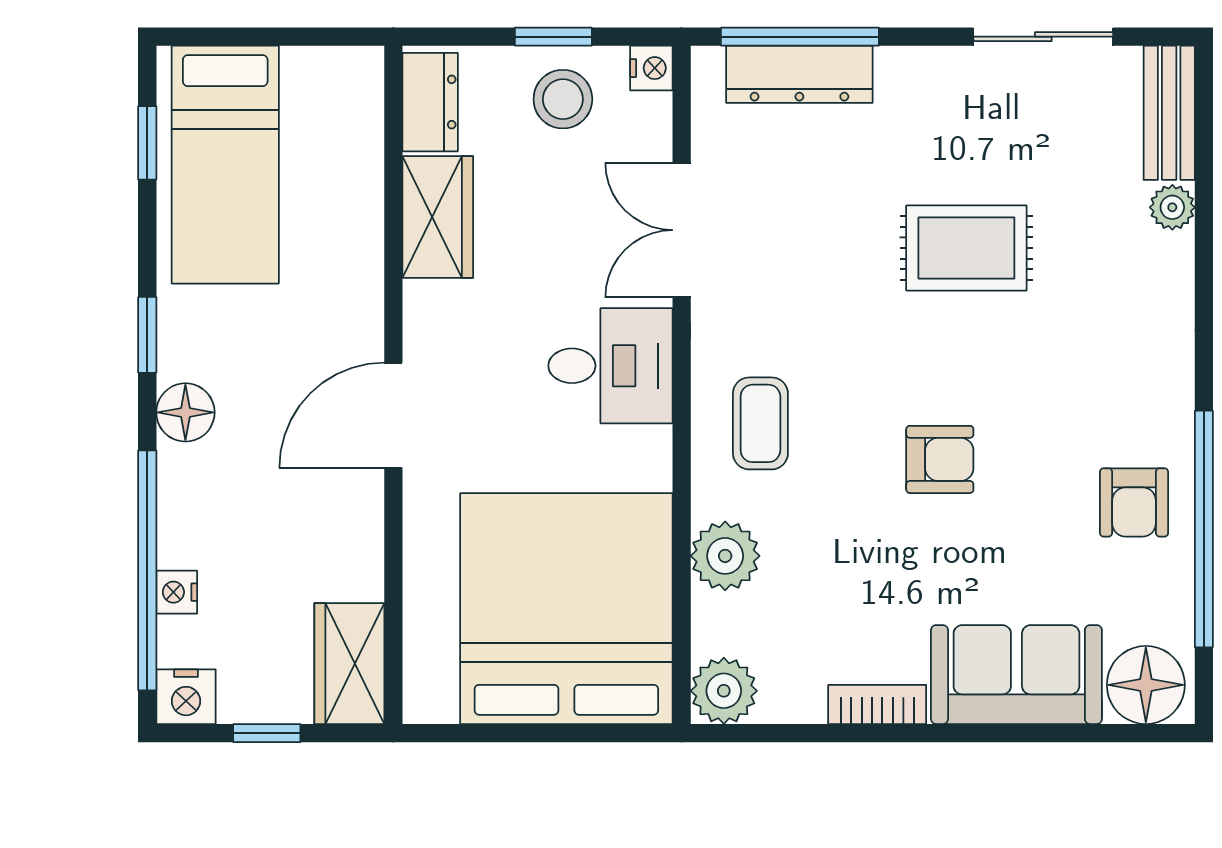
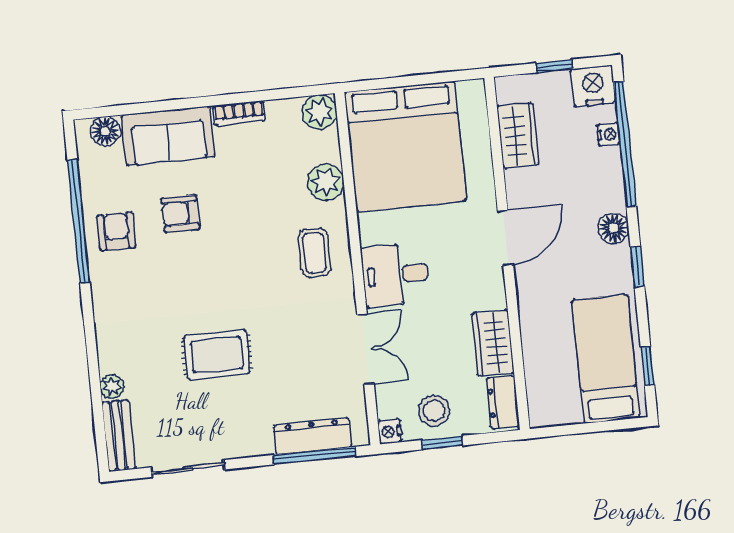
armchair: (940, 459) -> (180, 214), moved
wardrobe: (349, 664) -> (518, 136), moved
floor lamp: (1146, 685) -> (105, 131), width x0.73, depth x0.73
nightstand: (186, 697) -> (593, 86), width x1.36, depth x1.33

